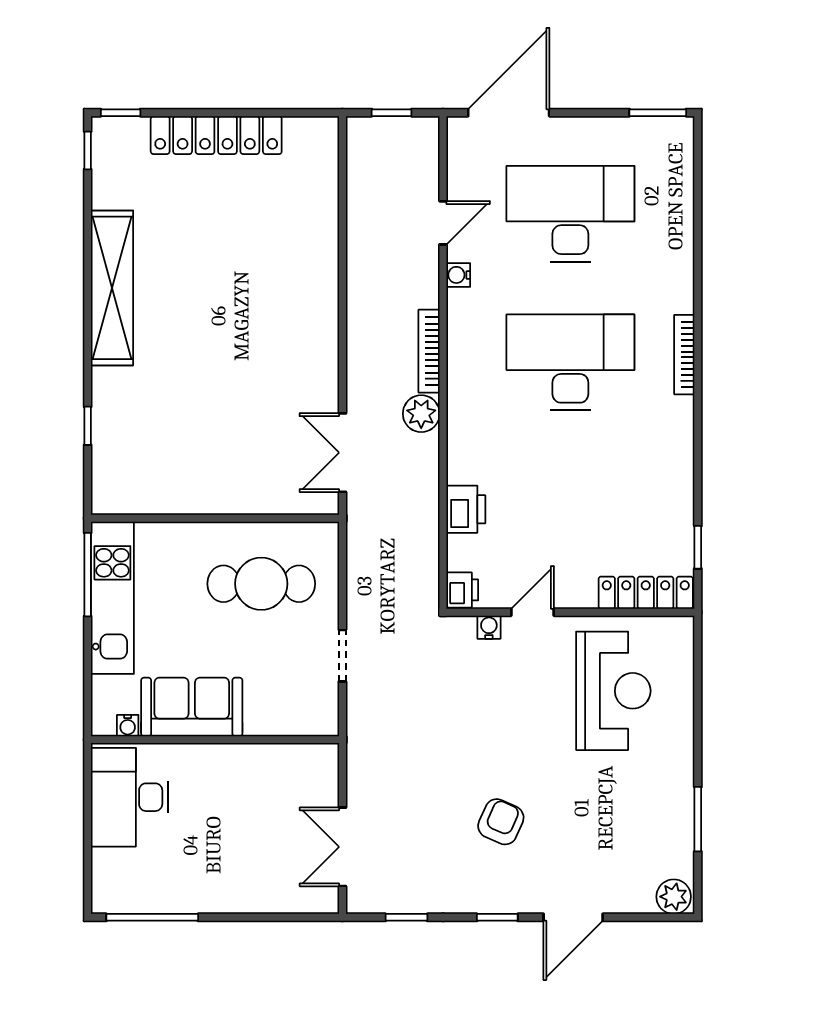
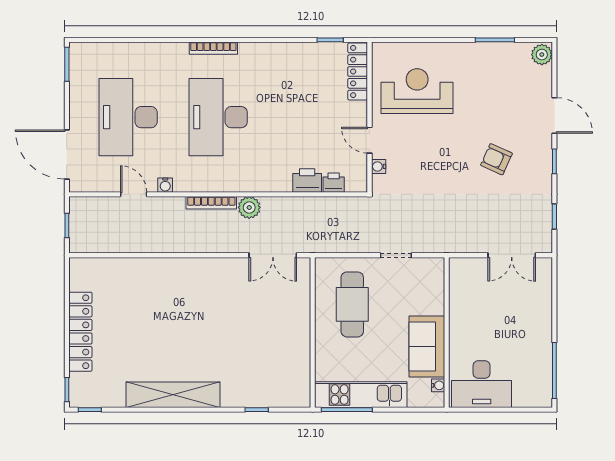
printer: (462, 590) -> (334, 183), moved

